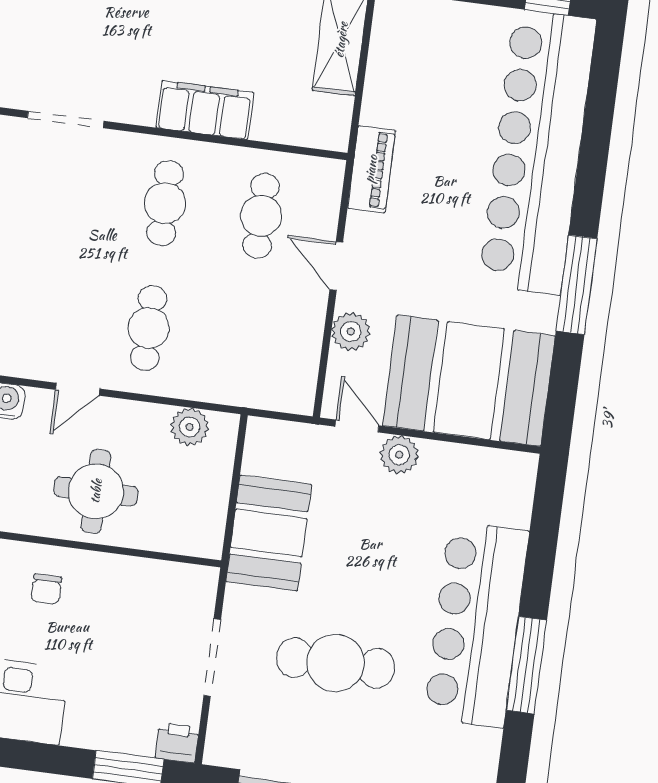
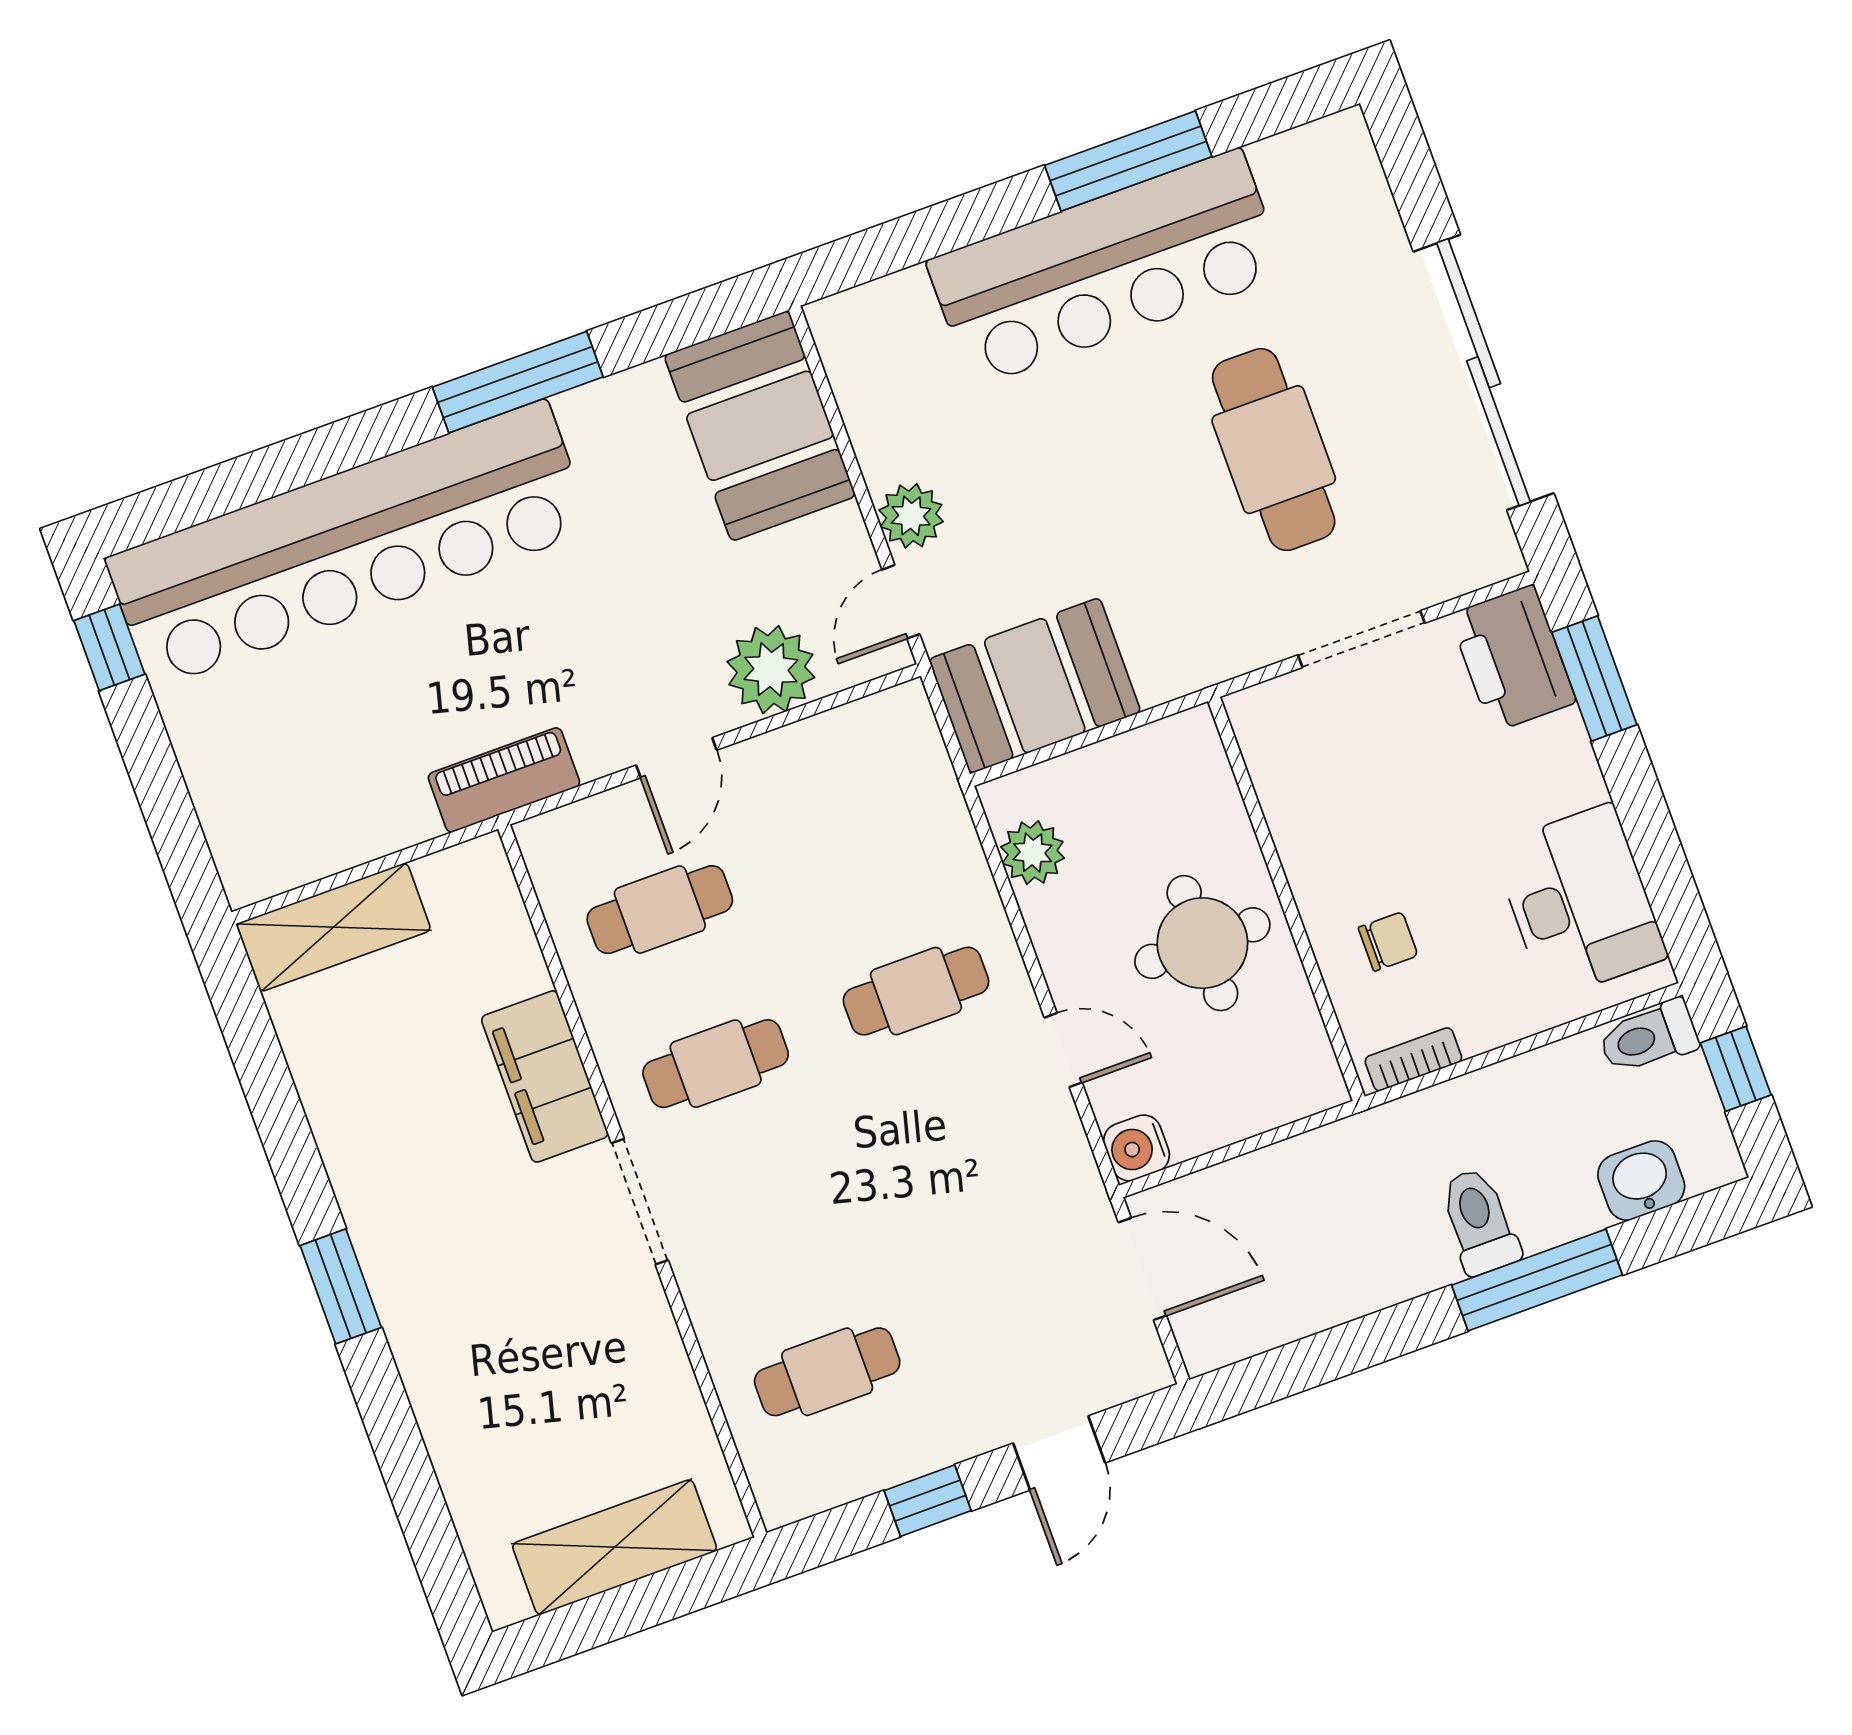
doorway: (66, 120) -> (640, 1202), moved
plant: (351, 331) -> (771, 670), width x1.36, depth x1.36
booth: (469, 381) -> (760, 426), width x0.73, depth x0.70
booth: (269, 533) -> (1035, 686), moved
printer: (177, 743) -> (1513, 658), width x1.87, depth x1.48

